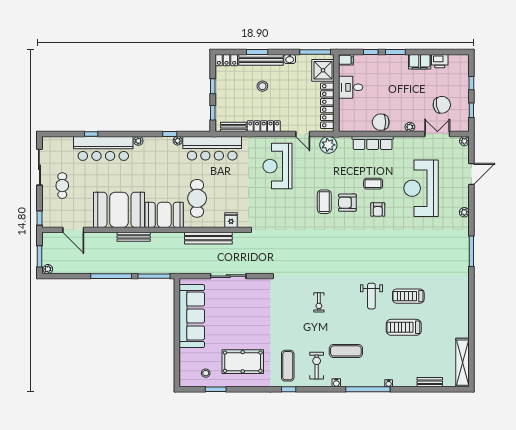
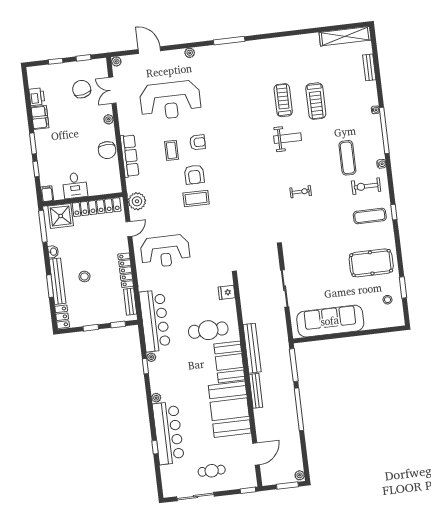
bench: (208, 238) -> (252, 348), moved
treadmill: (408, 296) -> (283, 100), turned 180
pool table: (243, 362) -> (371, 263), turned 90

